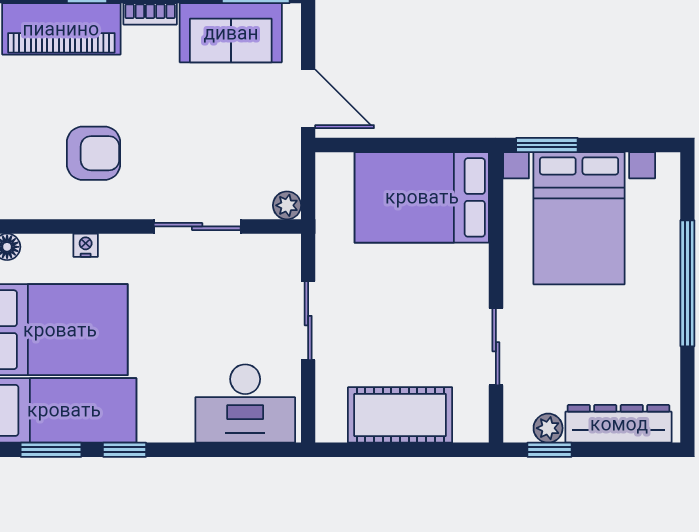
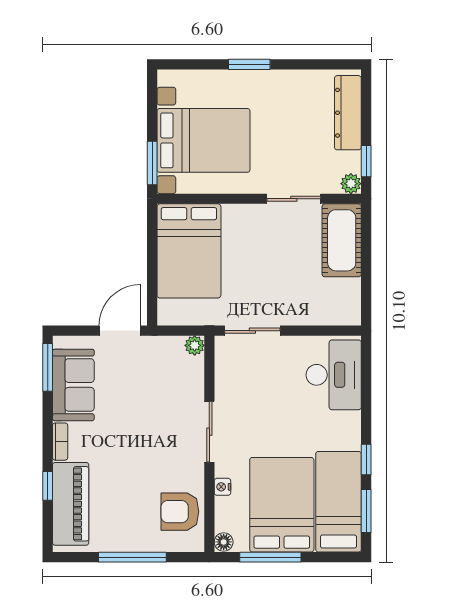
armchair: (93, 153) -> (180, 512), moved, turned -90
sliding door: (197, 226) -> (209, 432), moved
window: (687, 283) -> (249, 64), width x0.47
sliding door: (308, 321) -> (252, 331), moved
cot: (400, 415) -> (342, 240), moved
plant: (548, 428) -> (351, 184), moved

